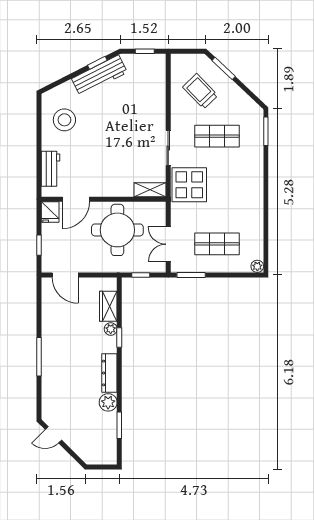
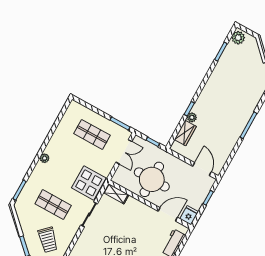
plant: (257, 266) -> (45, 158), moved
dresser: (109, 373) -> (209, 89), removed
plant: (108, 402) -> (238, 38), moved

